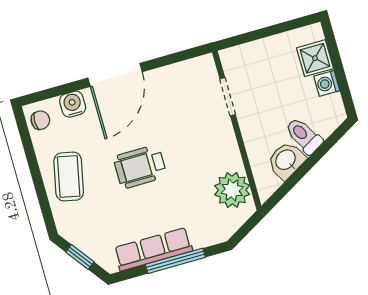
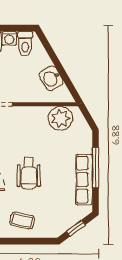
toilet: (304, 136) -> (25, 44), moved, turned -60
coffee table: (69, 177) -> (22, 221), width x0.73, depth x0.77

